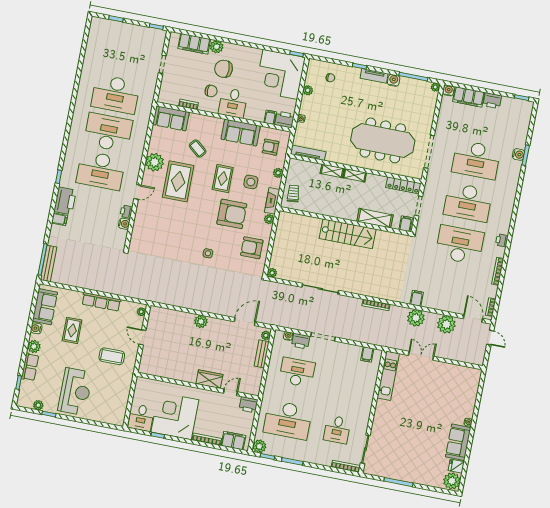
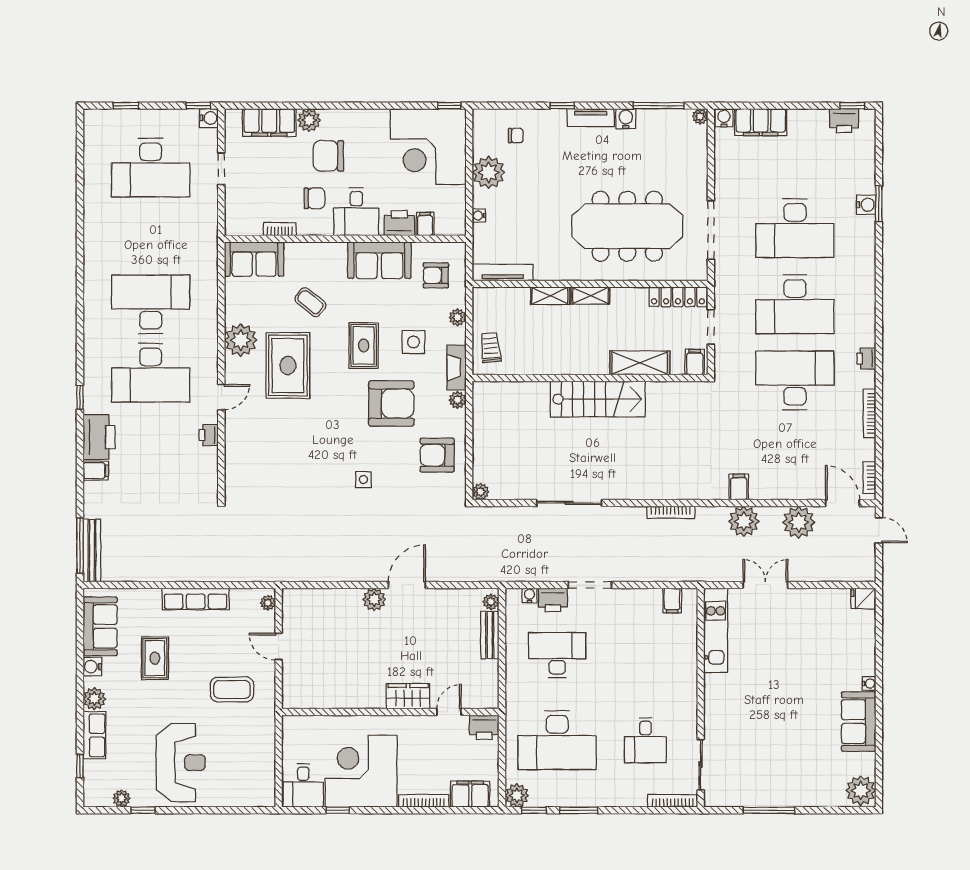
plant: (308, 90) -> (489, 172), width x1.87, depth x1.87
desk: (116, 94) -> (151, 168), moved
printer: (492, 101) -> (844, 121), moved
printer: (285, 120) -> (399, 223), moved
water cooler: (124, 224) -> (209, 118), moved
door: (245, 322) -> (407, 585), moved
fridge: (456, 466) -> (863, 598), moved

